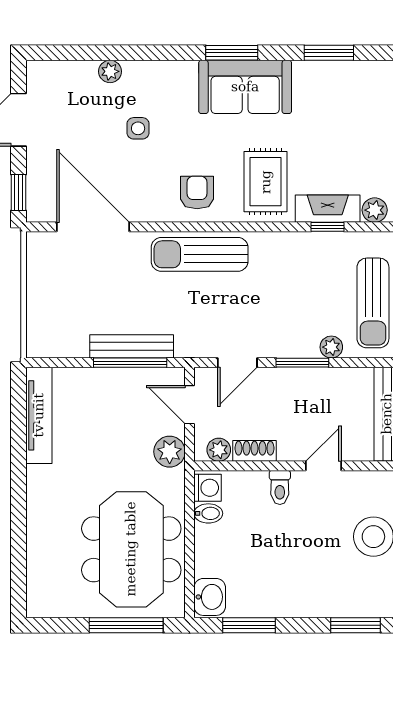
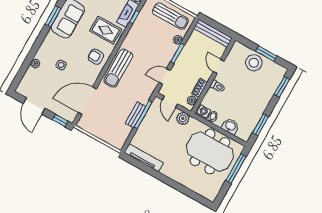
bench: (132, 346) -> (135, 115), width x0.73
door: (237, 363) -> (165, 76), swing flipped
door: (190, 405) -> (170, 102), hinge flipped
washbasin: (210, 597) -> (230, 126), moved

